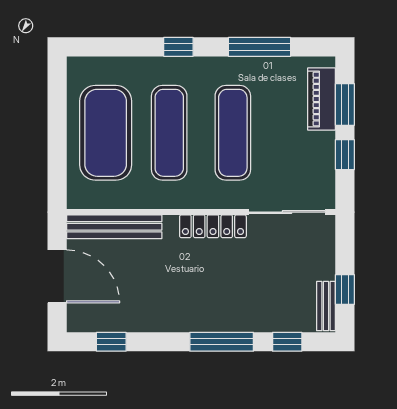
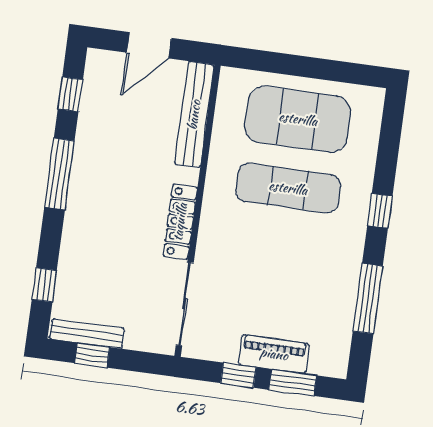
piano: (322, 99) -> (274, 354), moved
exercise mat: (233, 133) -> (279, 257), removed
door: (57, 276) -> (149, 45), width x0.73
bench: (326, 306) -> (87, 334), width x1.36
window: (222, 342) -> (59, 174), moved

